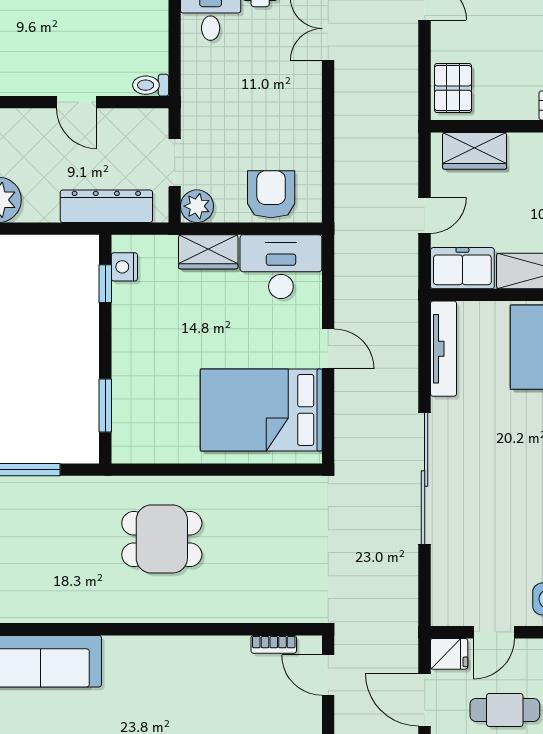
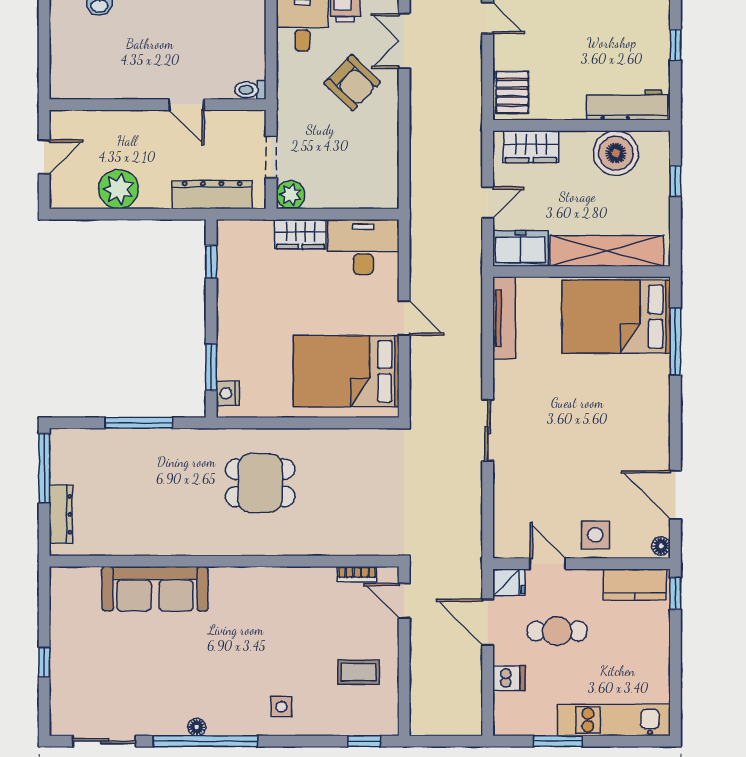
armchair: (271, 194) -> (352, 83), moved, turned 134
nightstand: (124, 267) -> (228, 393), moved
sliding door: (425, 478) -> (488, 431), width x0.54
door: (494, 632) -> (548, 564), swing flipped

